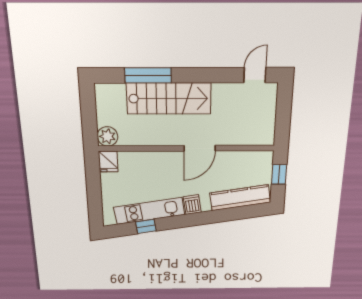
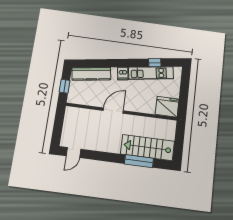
stairs: (169, 99) -> (148, 148), moved
plant: (107, 136) -> (170, 126), removed
fridge: (108, 162) -> (167, 107), width x1.88, depth x1.34

